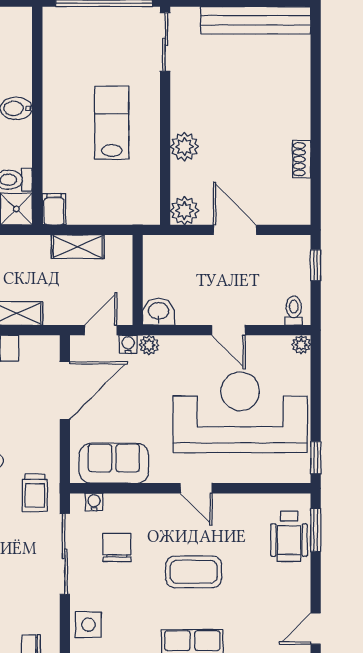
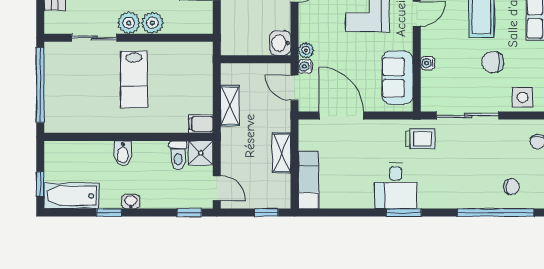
sliding door: (165, 42) -> (94, 38), moved
lab bench: (112, 123) -> (134, 79), turned -90
plant: (184, 211) -> (129, 23), moved
water cooler: (94, 502) -> (428, 63), moved
chair: (117, 548) -> (493, 62), moved

